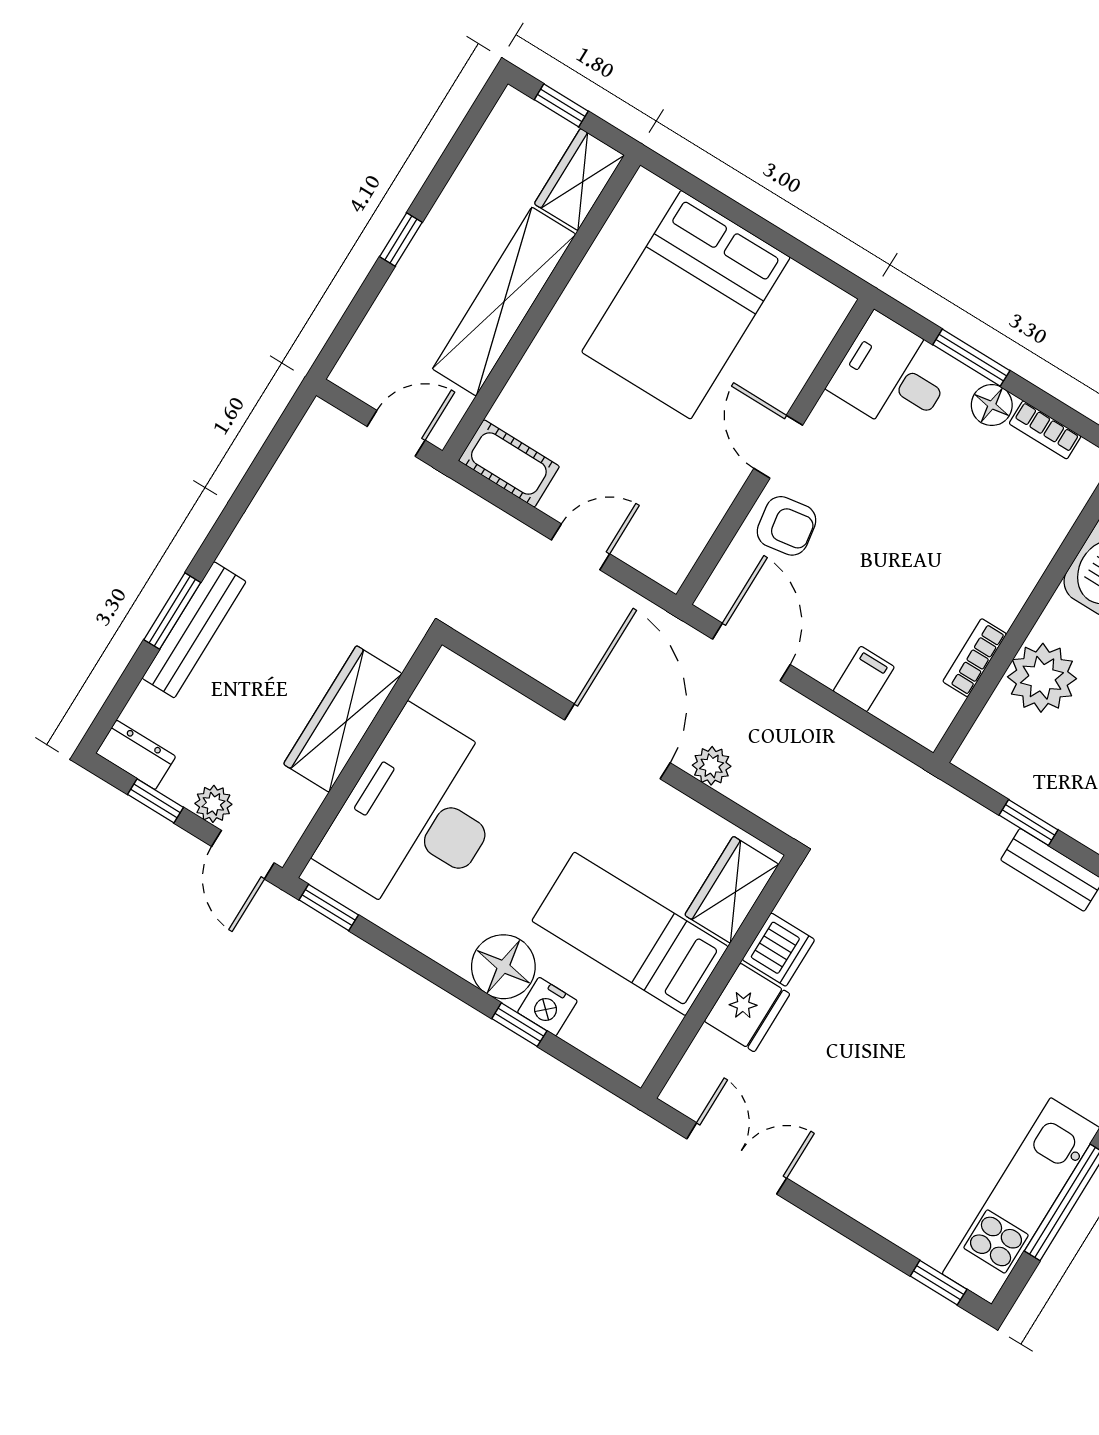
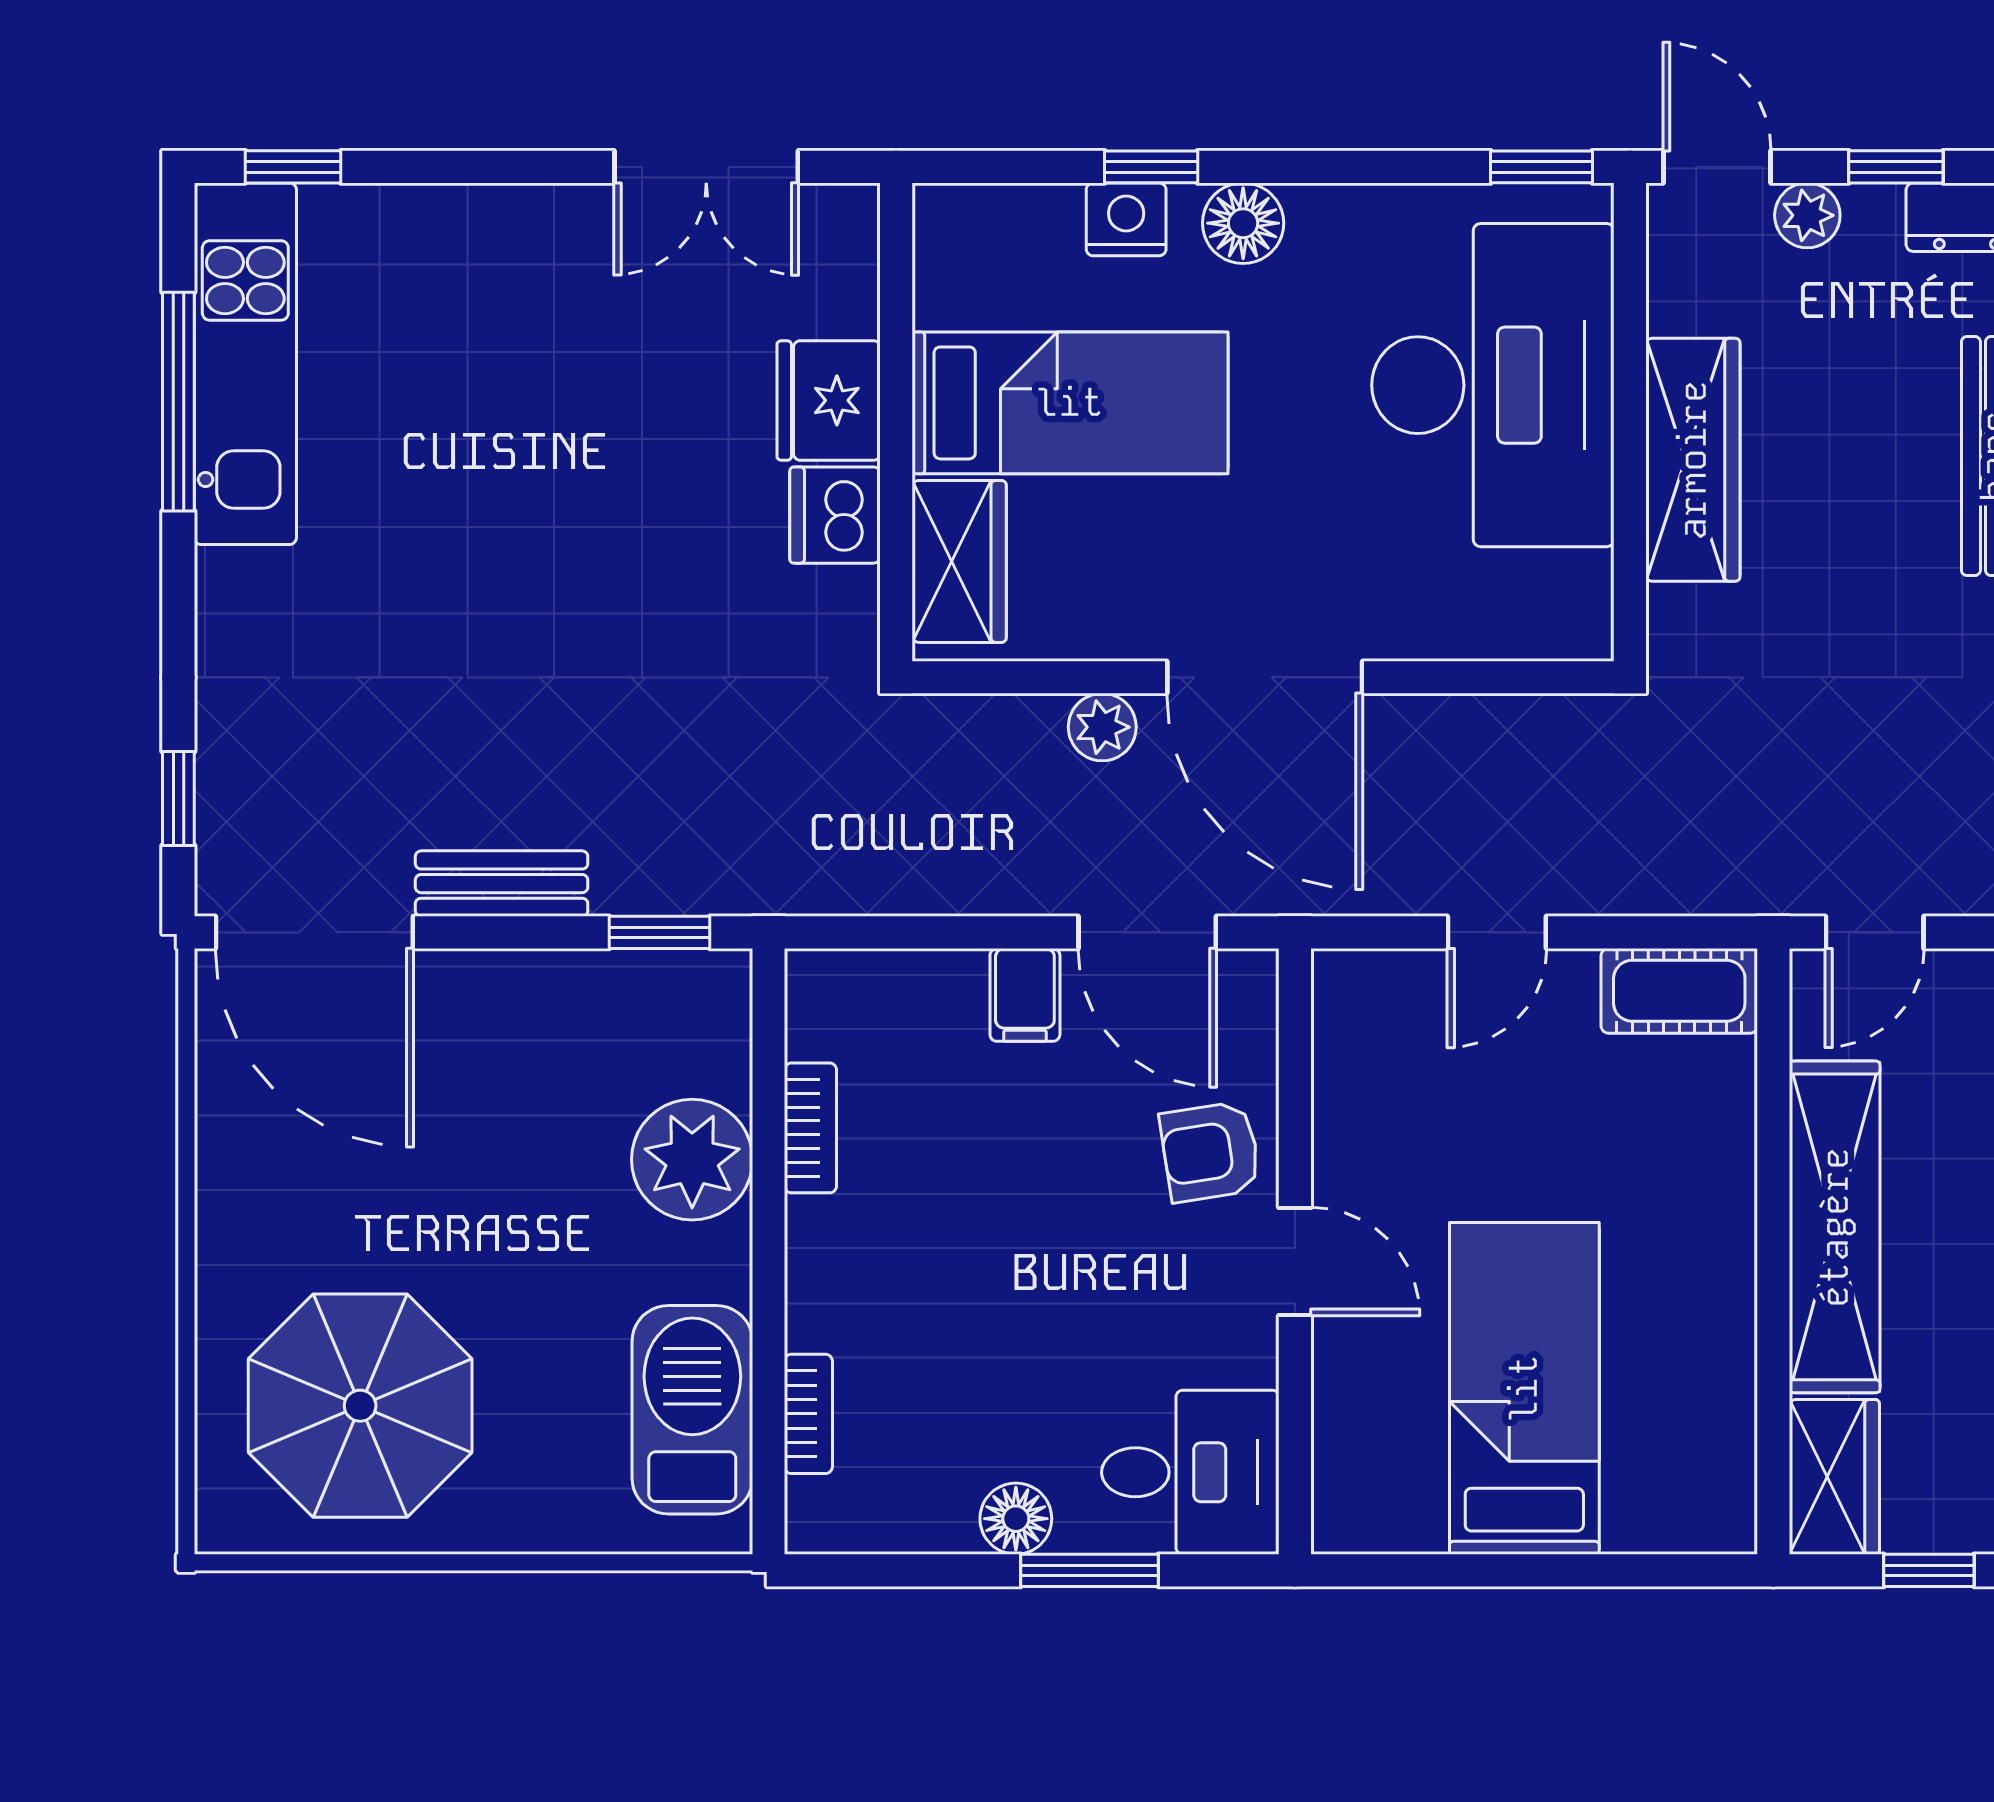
bed: (686, 305) -> (1524, 1388), width x0.67
bookcase: (1045, 430) -> (808, 1414), moved, turned 90
filing cabinet: (864, 679) -> (1025, 995), moved
window: (1029, 822) -> (659, 932), moved
floor lamp: (503, 967) -> (1243, 223), width x0.73, depth x0.73

